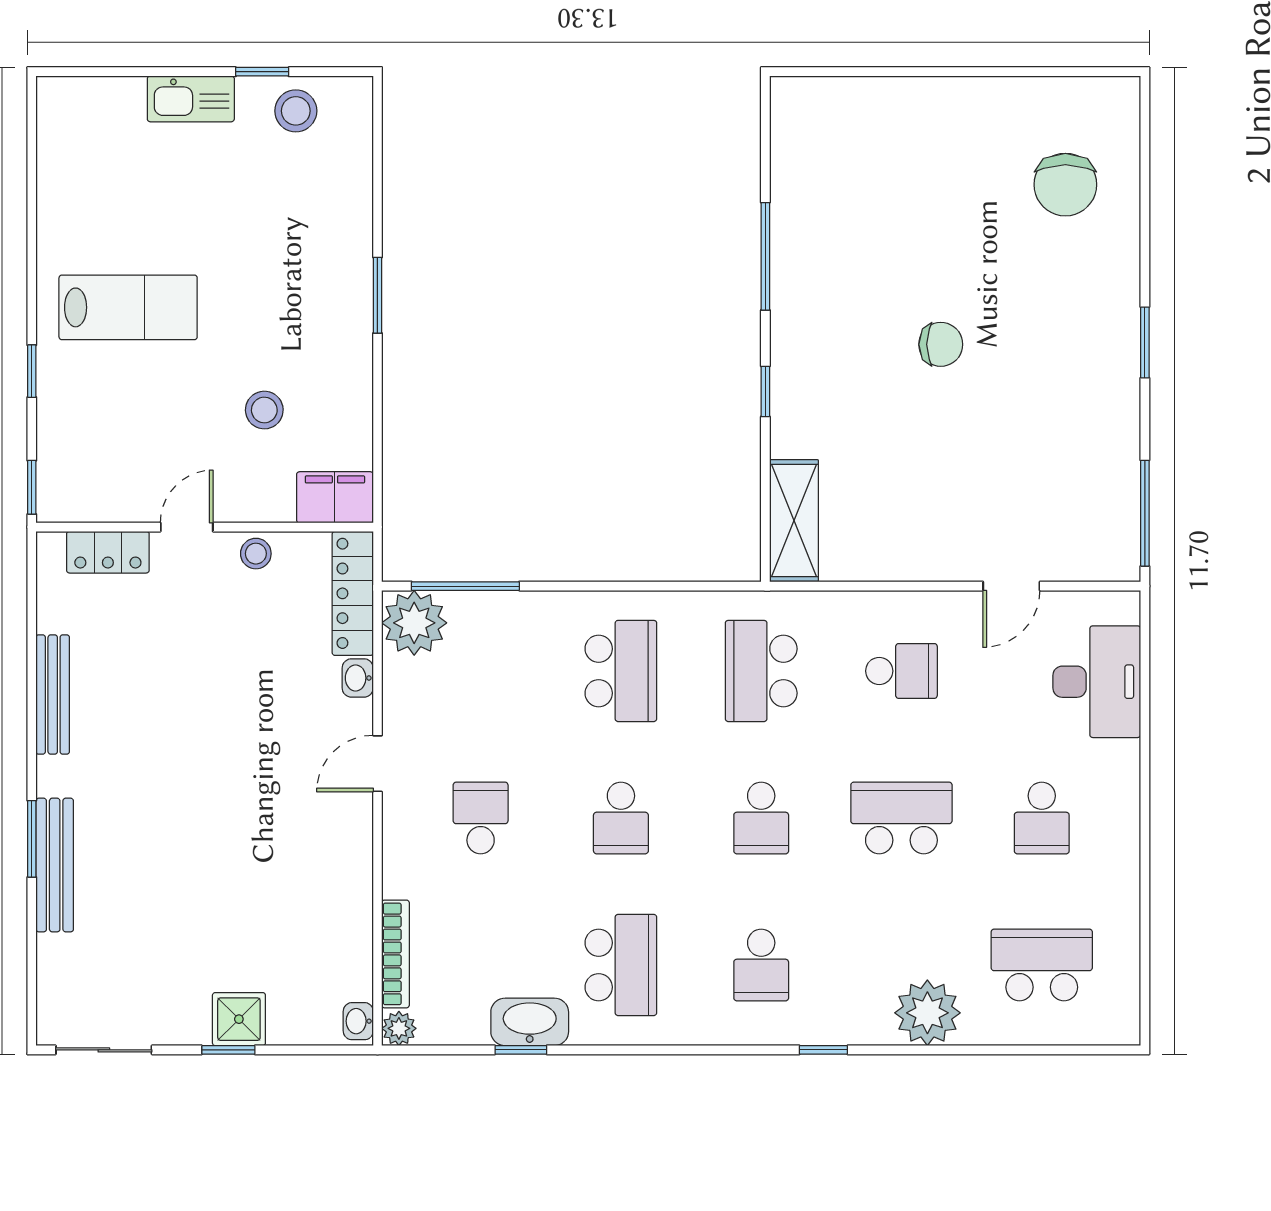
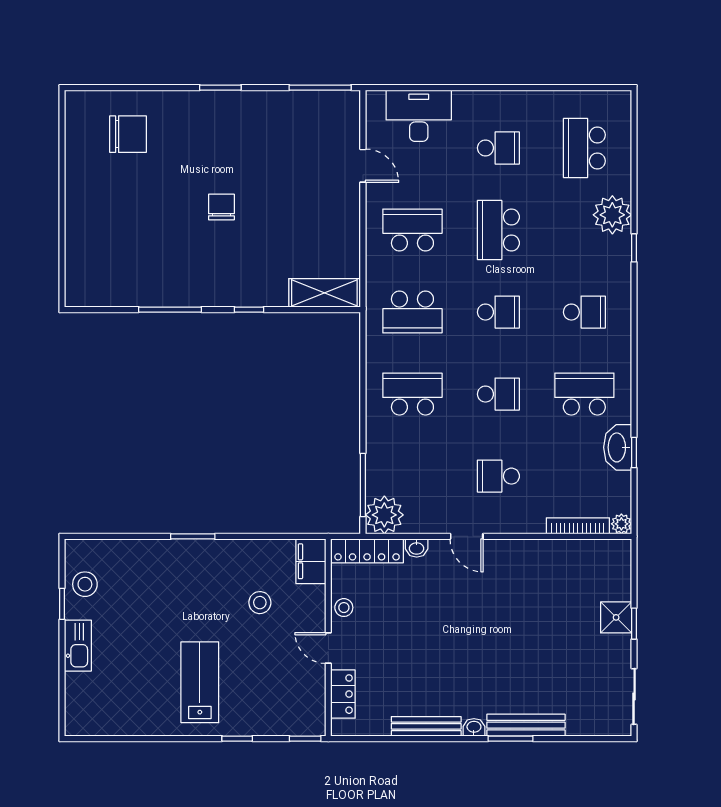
school desk: (901, 671) -> (412, 230), width x1.85
washbasin: (358, 1021) -> (474, 727), moved, turned 180
window: (823, 1050) -> (634, 248), moved

